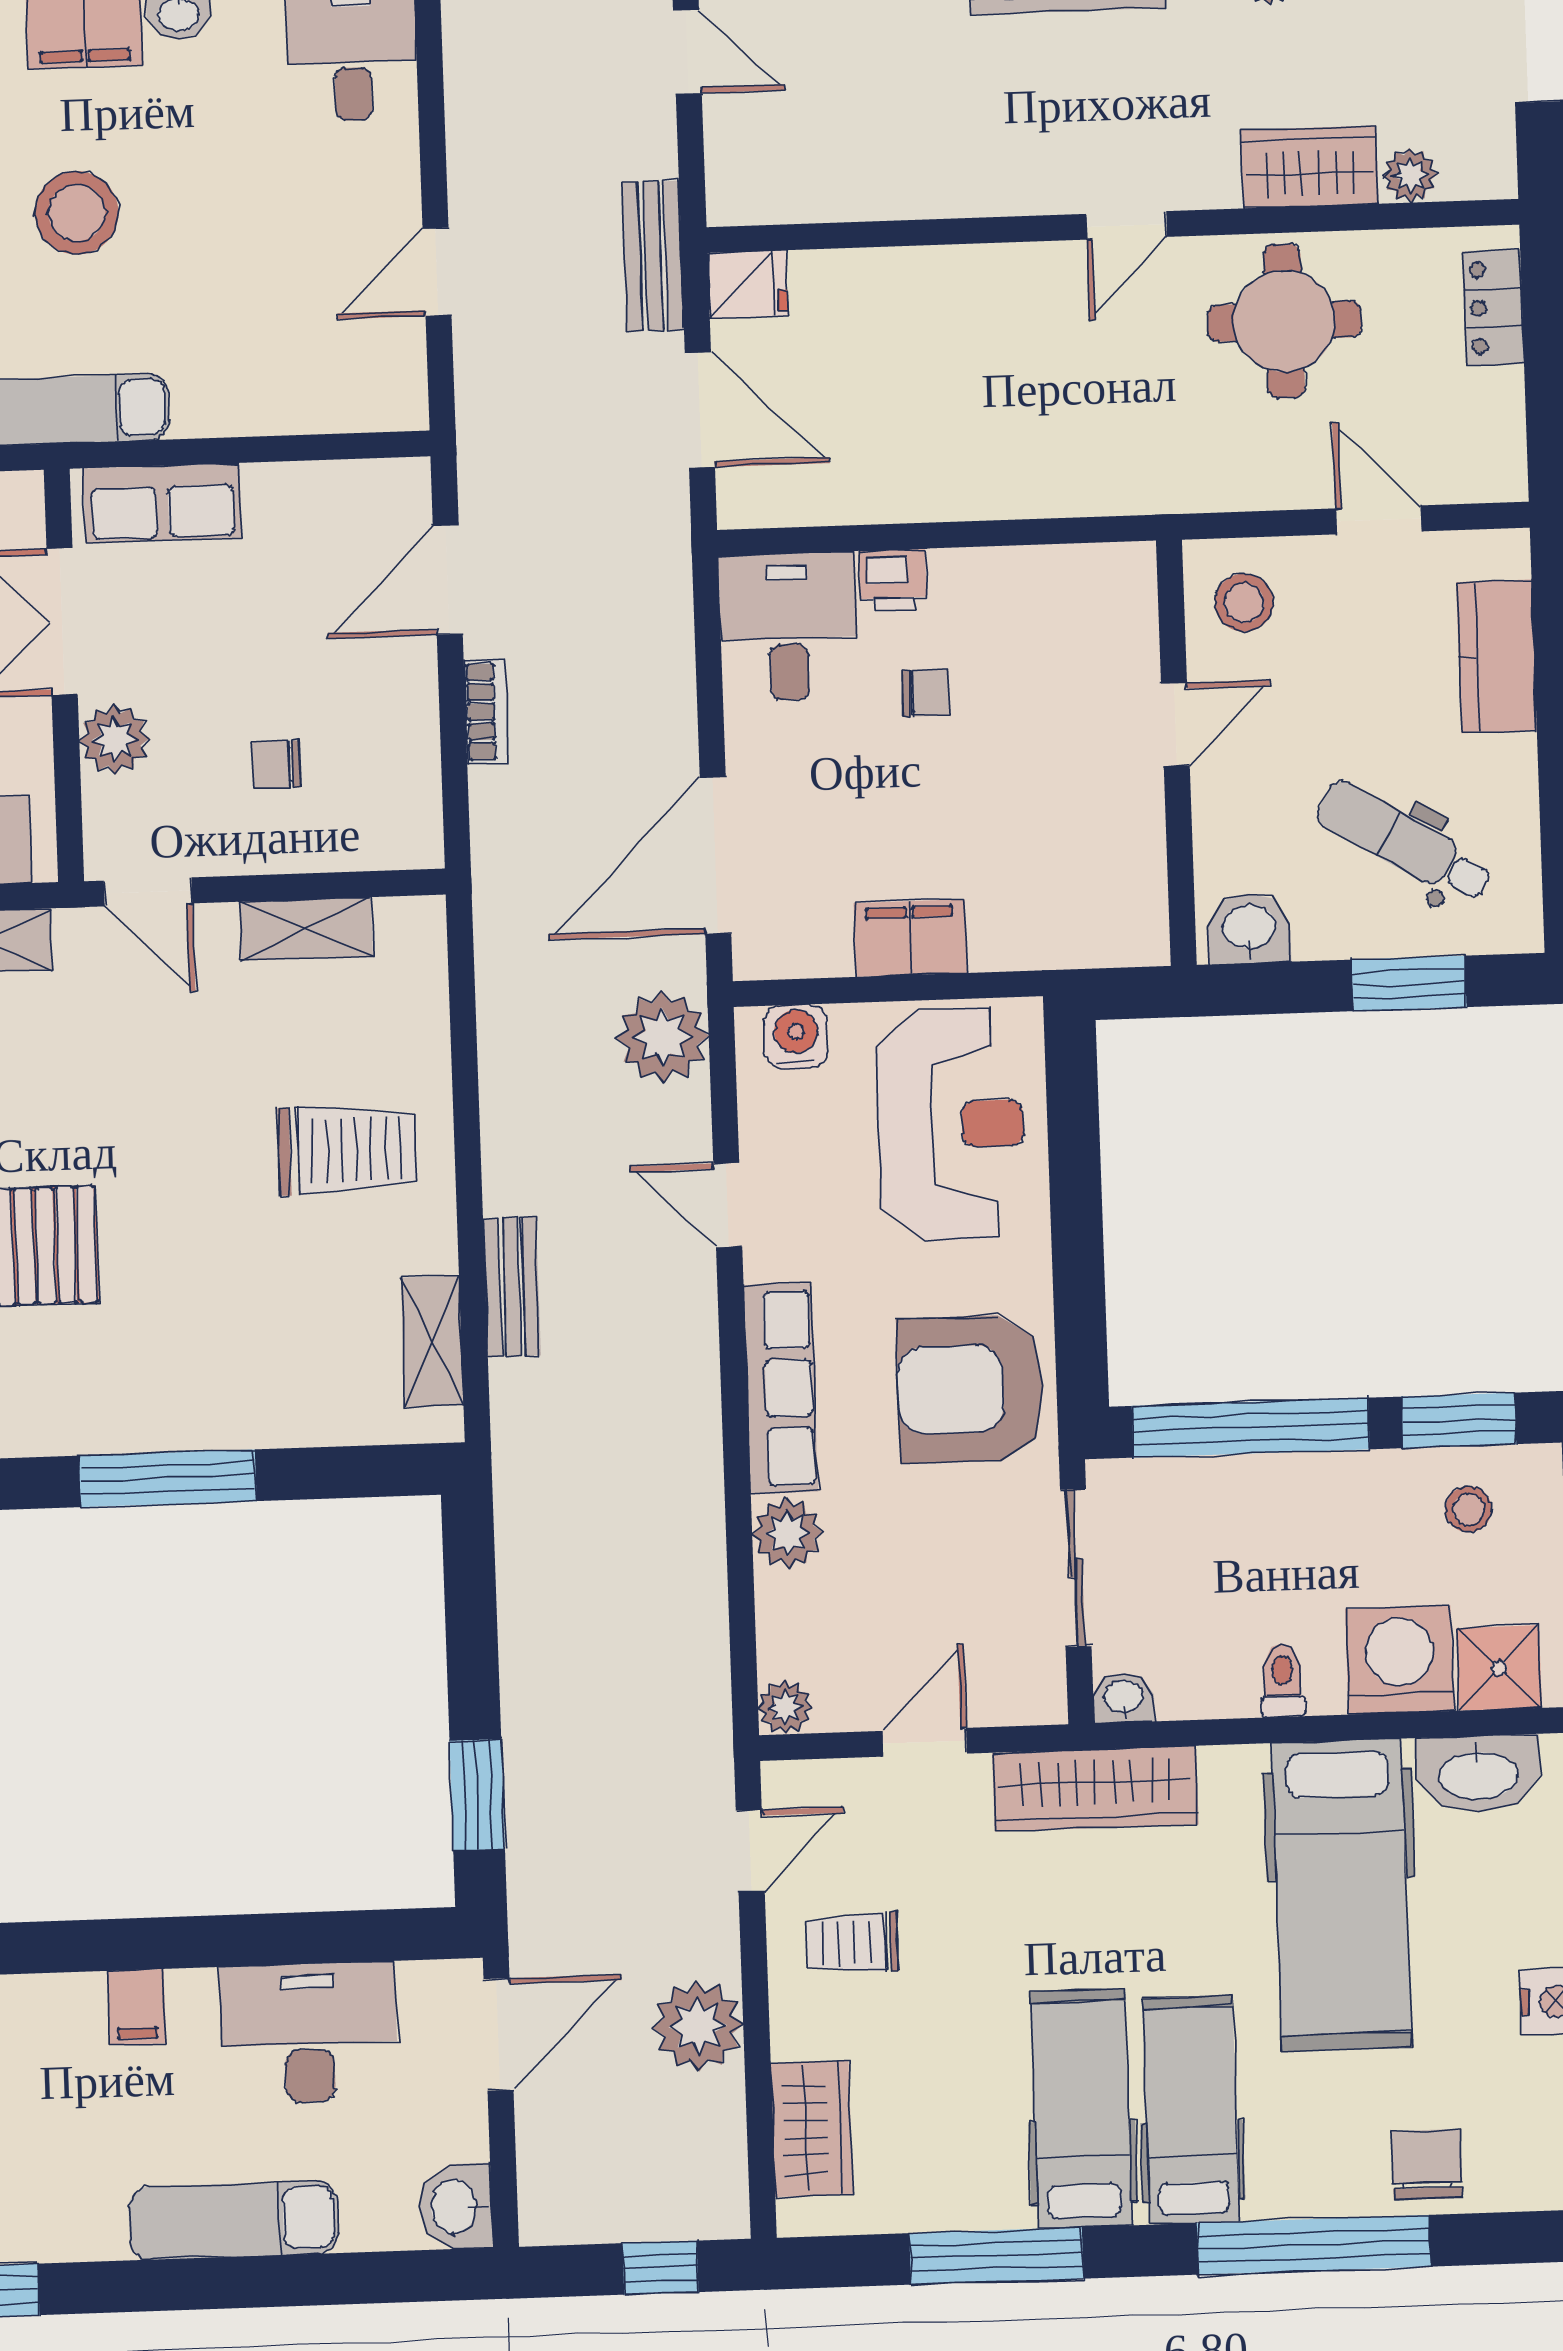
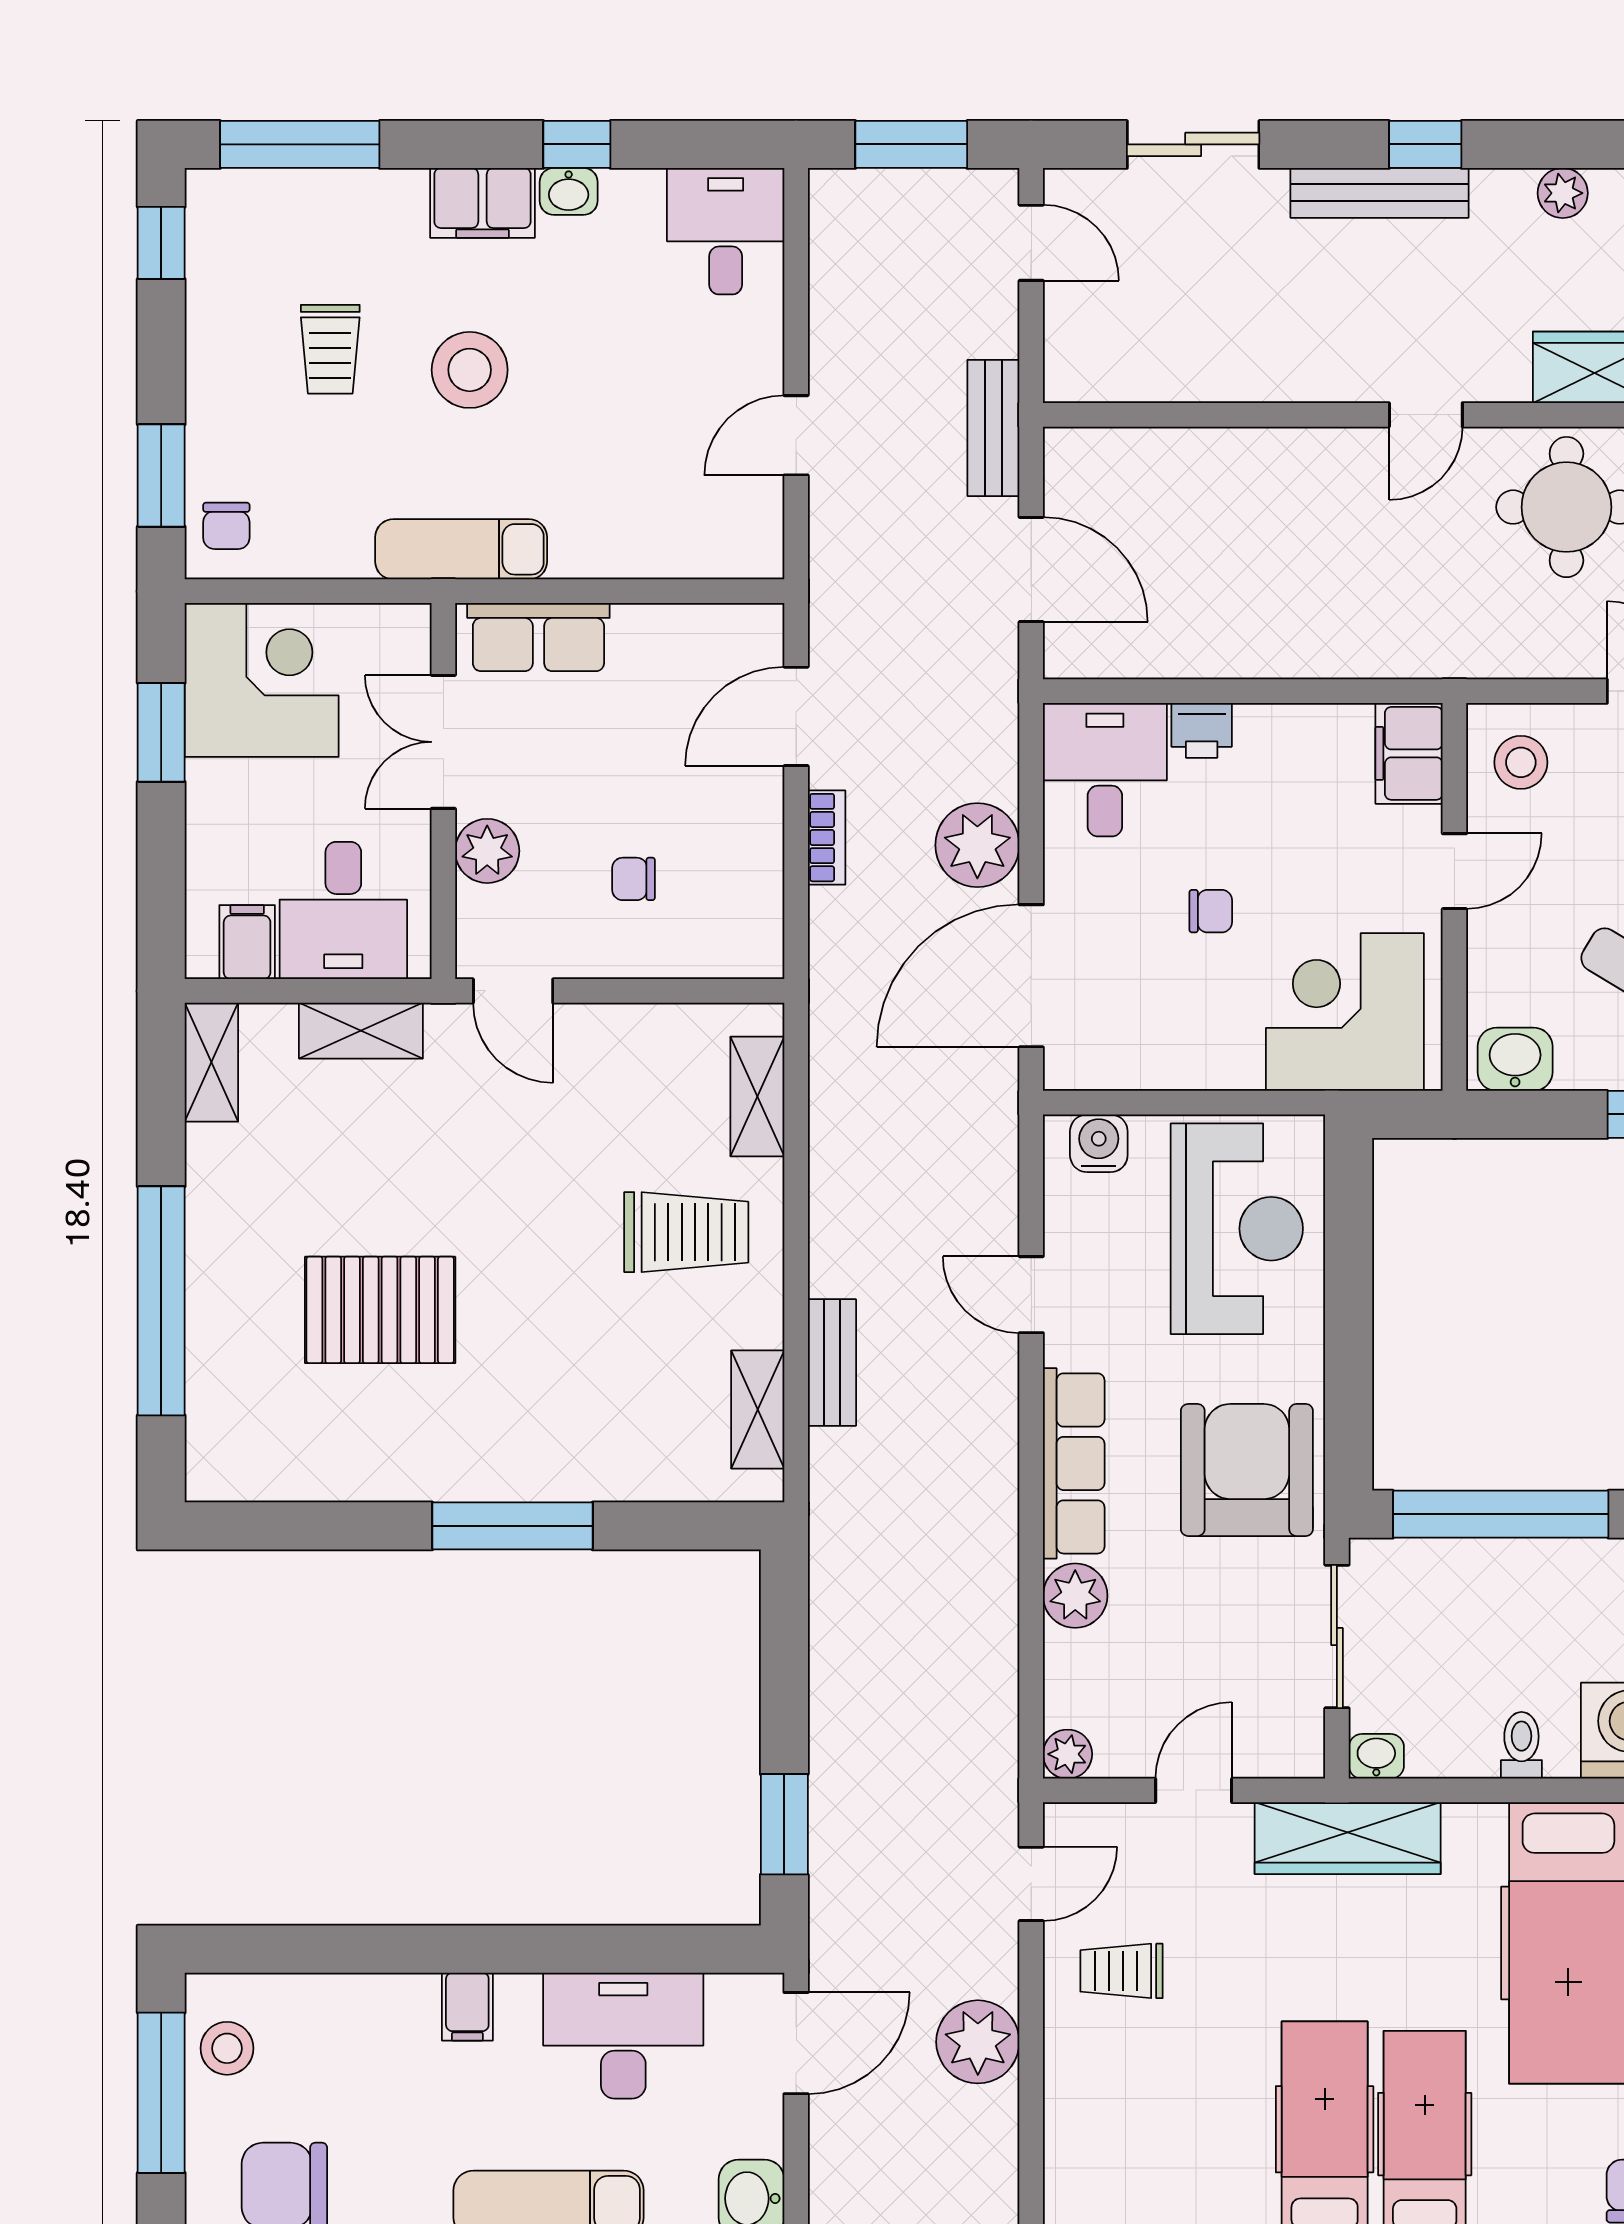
fridge: (748, 284) -> (1079, 457), removed
chair: (926, 693) -> (1211, 911), moved
corner desk: (1061, 883) -> (1345, 1012), added
shelving: (306, 929) -> (757, 1096), moved, turned 90
filing cabinet: (910, 938) -> (1409, 753), moved, turned -90
plant: (663, 1037) -> (977, 845), moved
armchair: (971, 1389) -> (1247, 1470), turned 90
wardrobe: (812, 2129) -> (1078, 2139), removed

